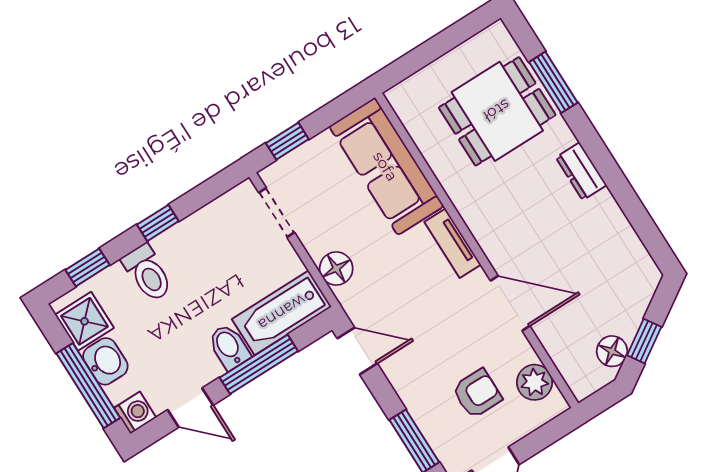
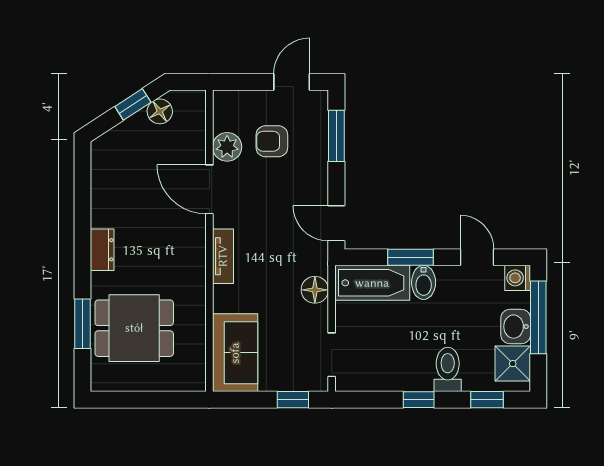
sofa: (386, 166) -> (235, 353), width x0.73
window: (259, 364) -> (411, 257), width x0.69
plant: (535, 382) -> (227, 147), moved

